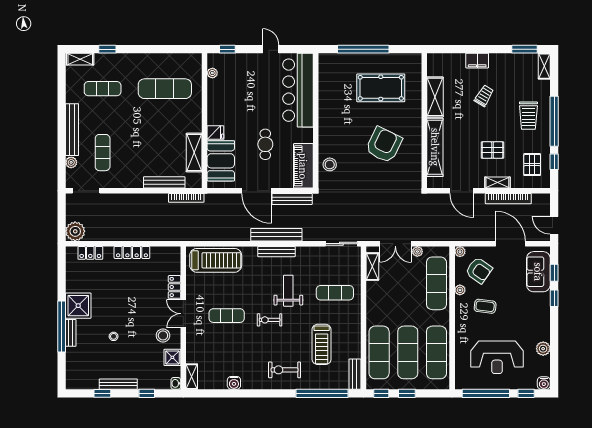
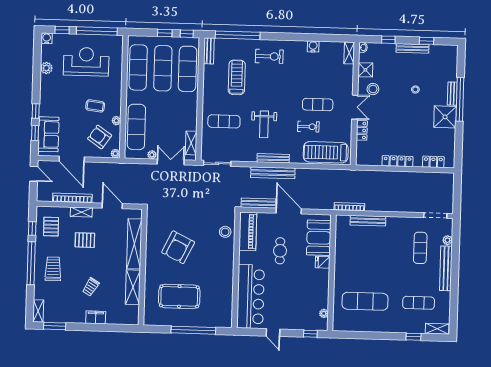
shelving: (194, 153) -> (341, 246), removed
plant: (75, 231) -> (446, 181), removed
exercise bike: (270, 320) -> (308, 127), moved

